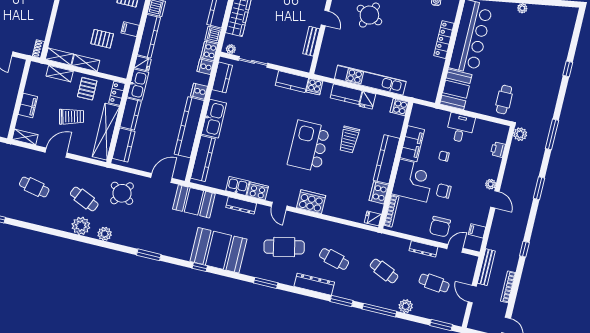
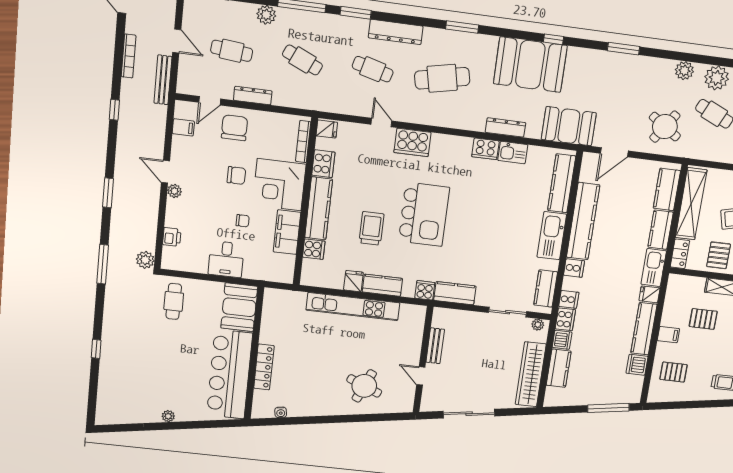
cooker: (399, 107) -> (314, 249), moved
door: (279, 206) -> (381, 123), moved

